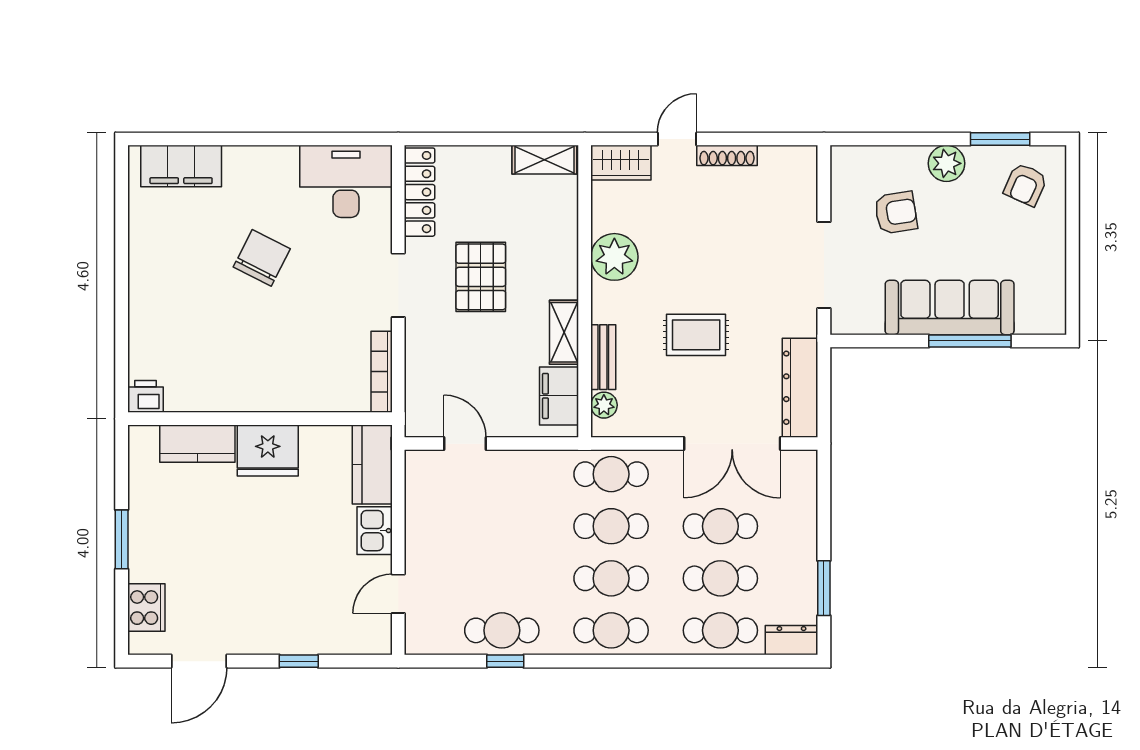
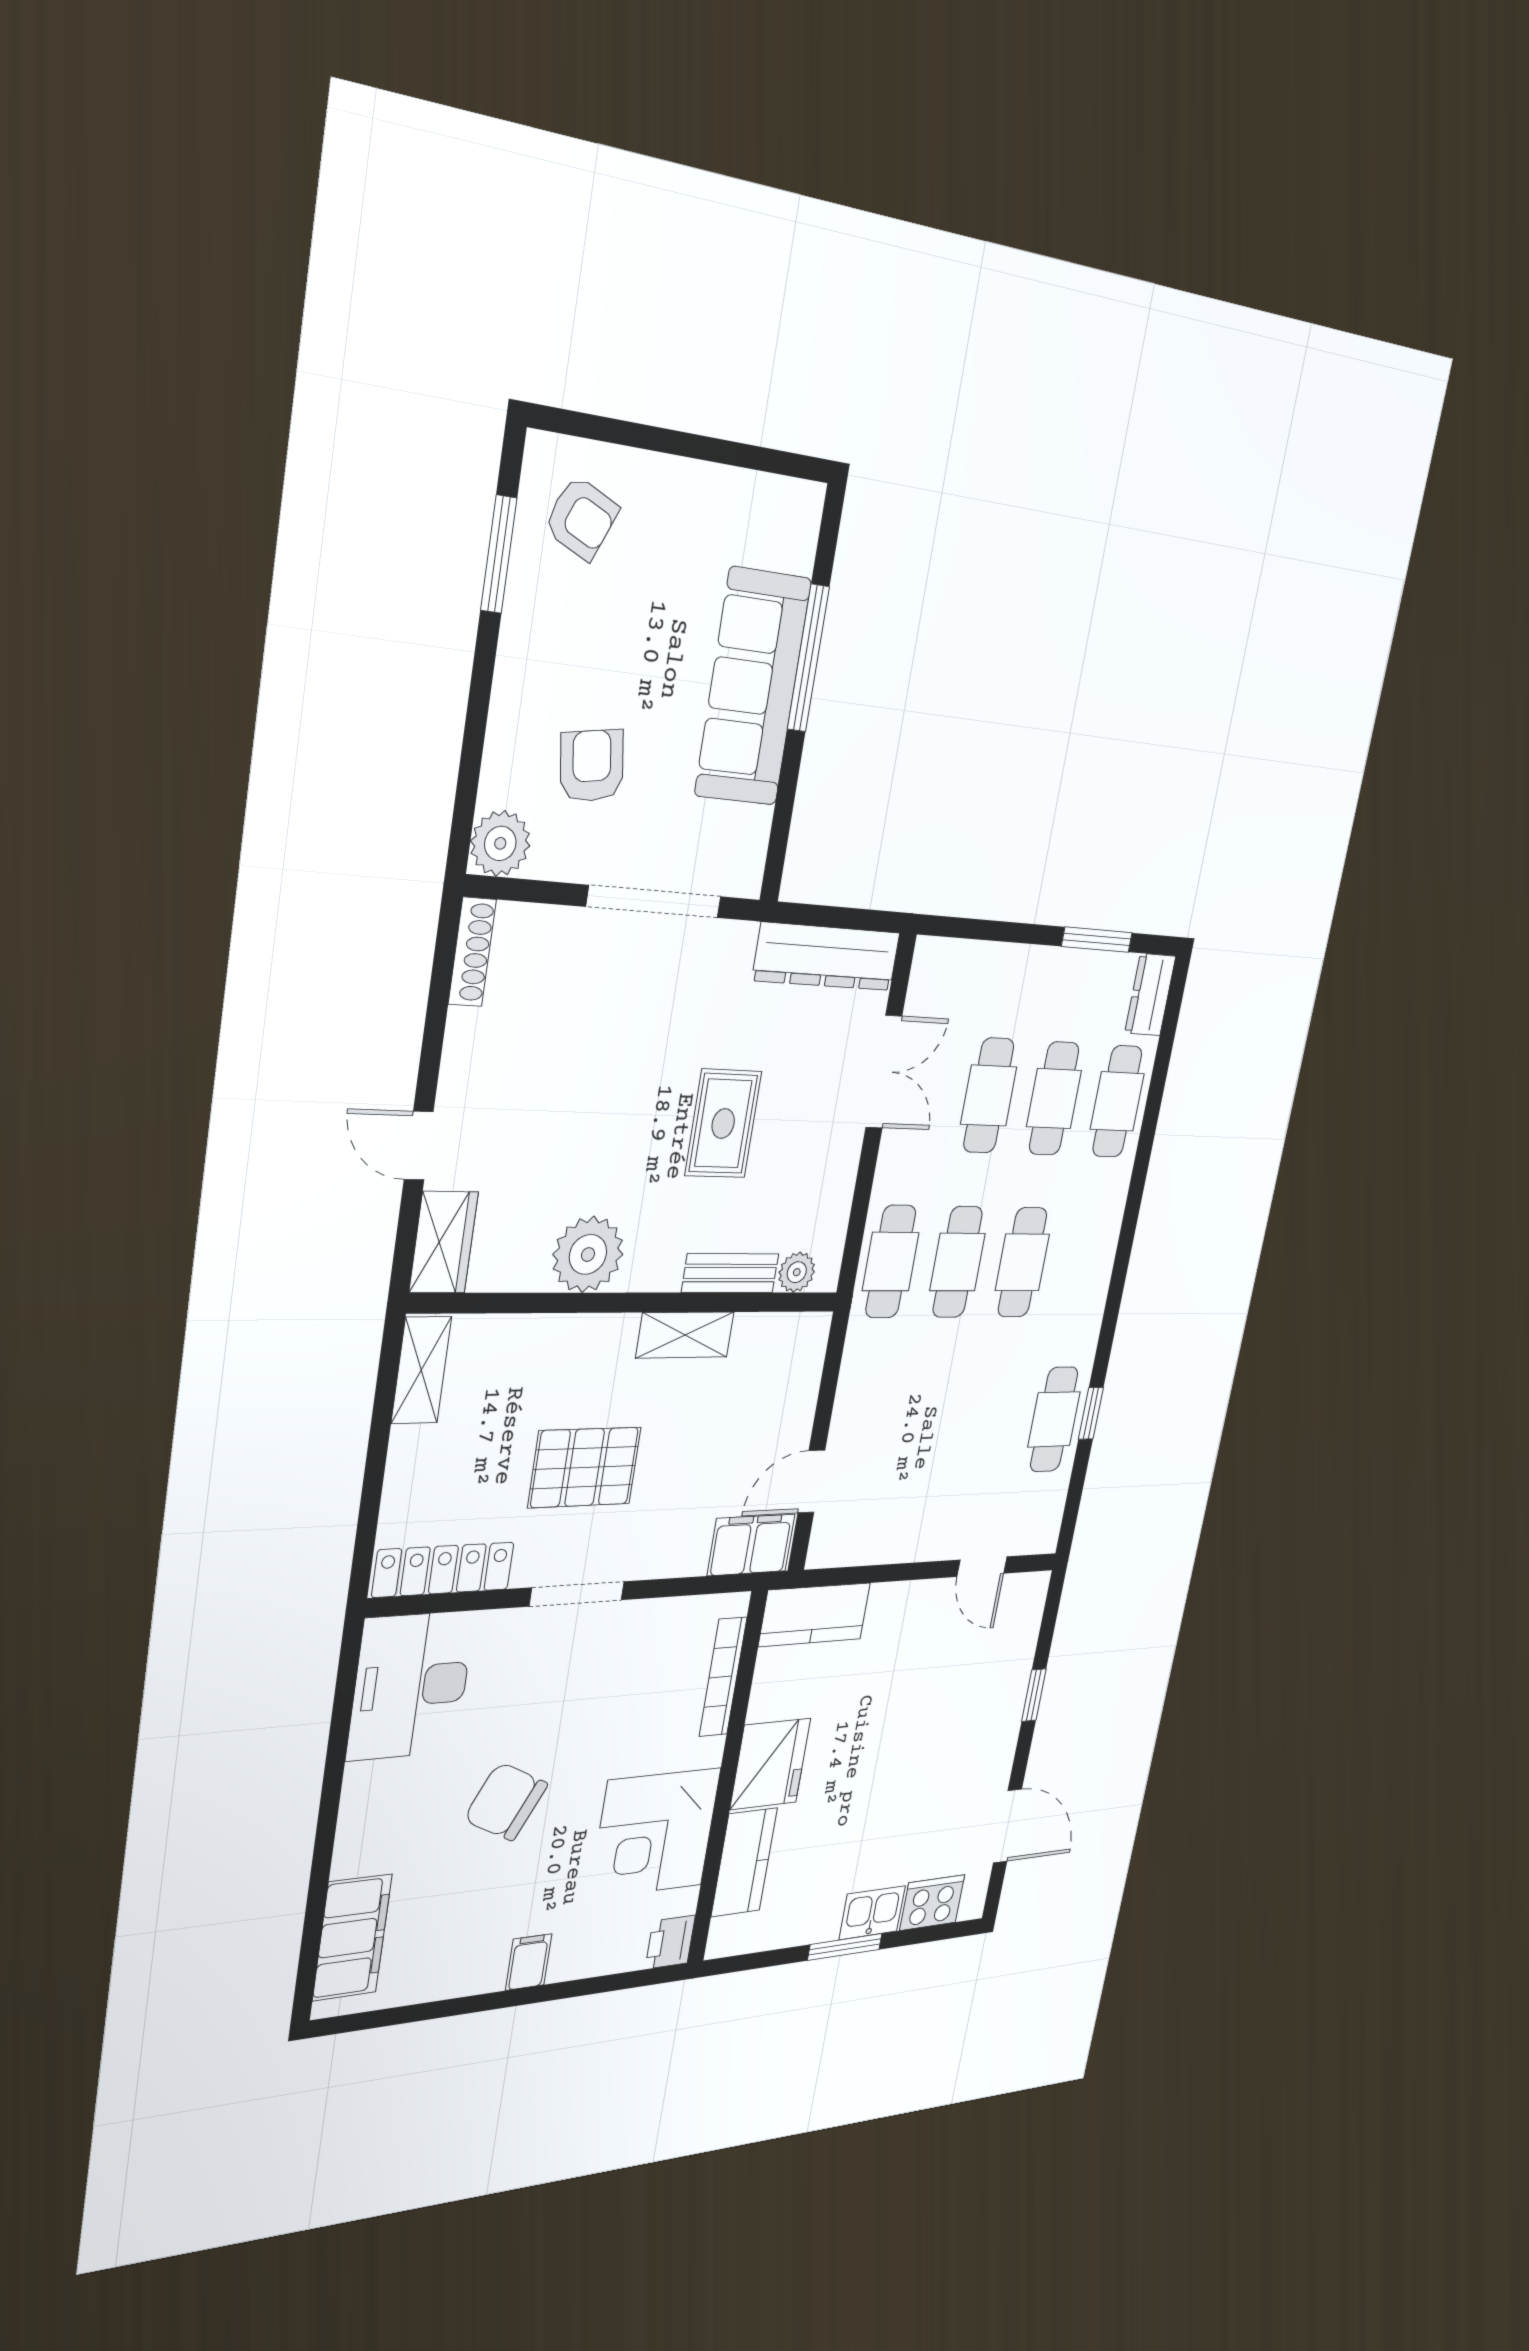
shoe rack: (727, 155) -> (472, 952), moved
plant: (947, 163) -> (500, 843), moved
filing cabinet: (146, 292) -> (529, 1962), added
corner desk: (227, 371) -> (655, 1833), added
bookcase: (382, 372) -> (723, 1677), moved, turned 90
filing cabinet: (559, 396) -> (751, 1545), moved, turned 180
double door: (732, 444) -> (884, 1072), width x0.73
kitchen sink: (375, 531) -> (872, 1913), moved, turned 180
cafe table: (611, 630) -> (1085, 1263), removed

